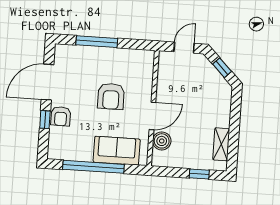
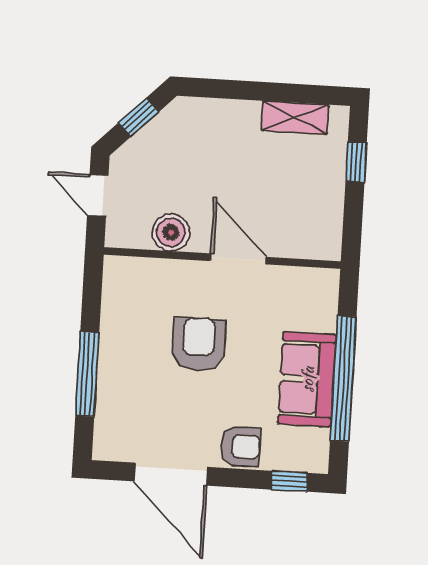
armchair: (111, 96) -> (199, 344), turned -90
window: (45, 120) -> (289, 481), moved
boiler: (162, 141) -> (171, 232), moved
sofa: (117, 151) -> (307, 379), moved

